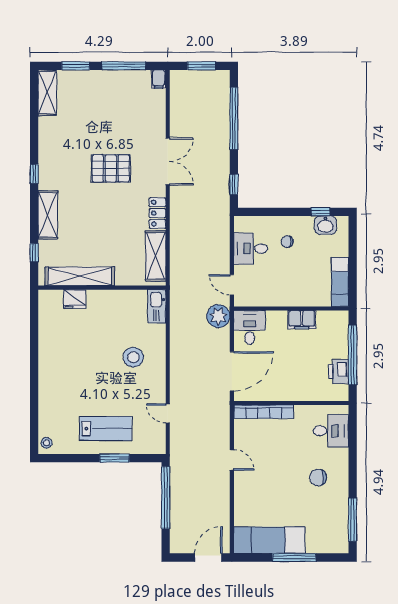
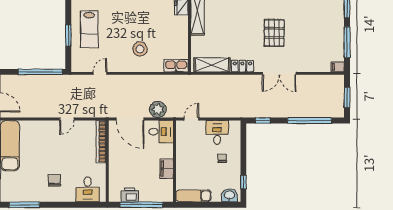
washbasin: (325, 225) -> (229, 195), moved, turned 90
plant: (218, 316) -> (158, 109), moved

